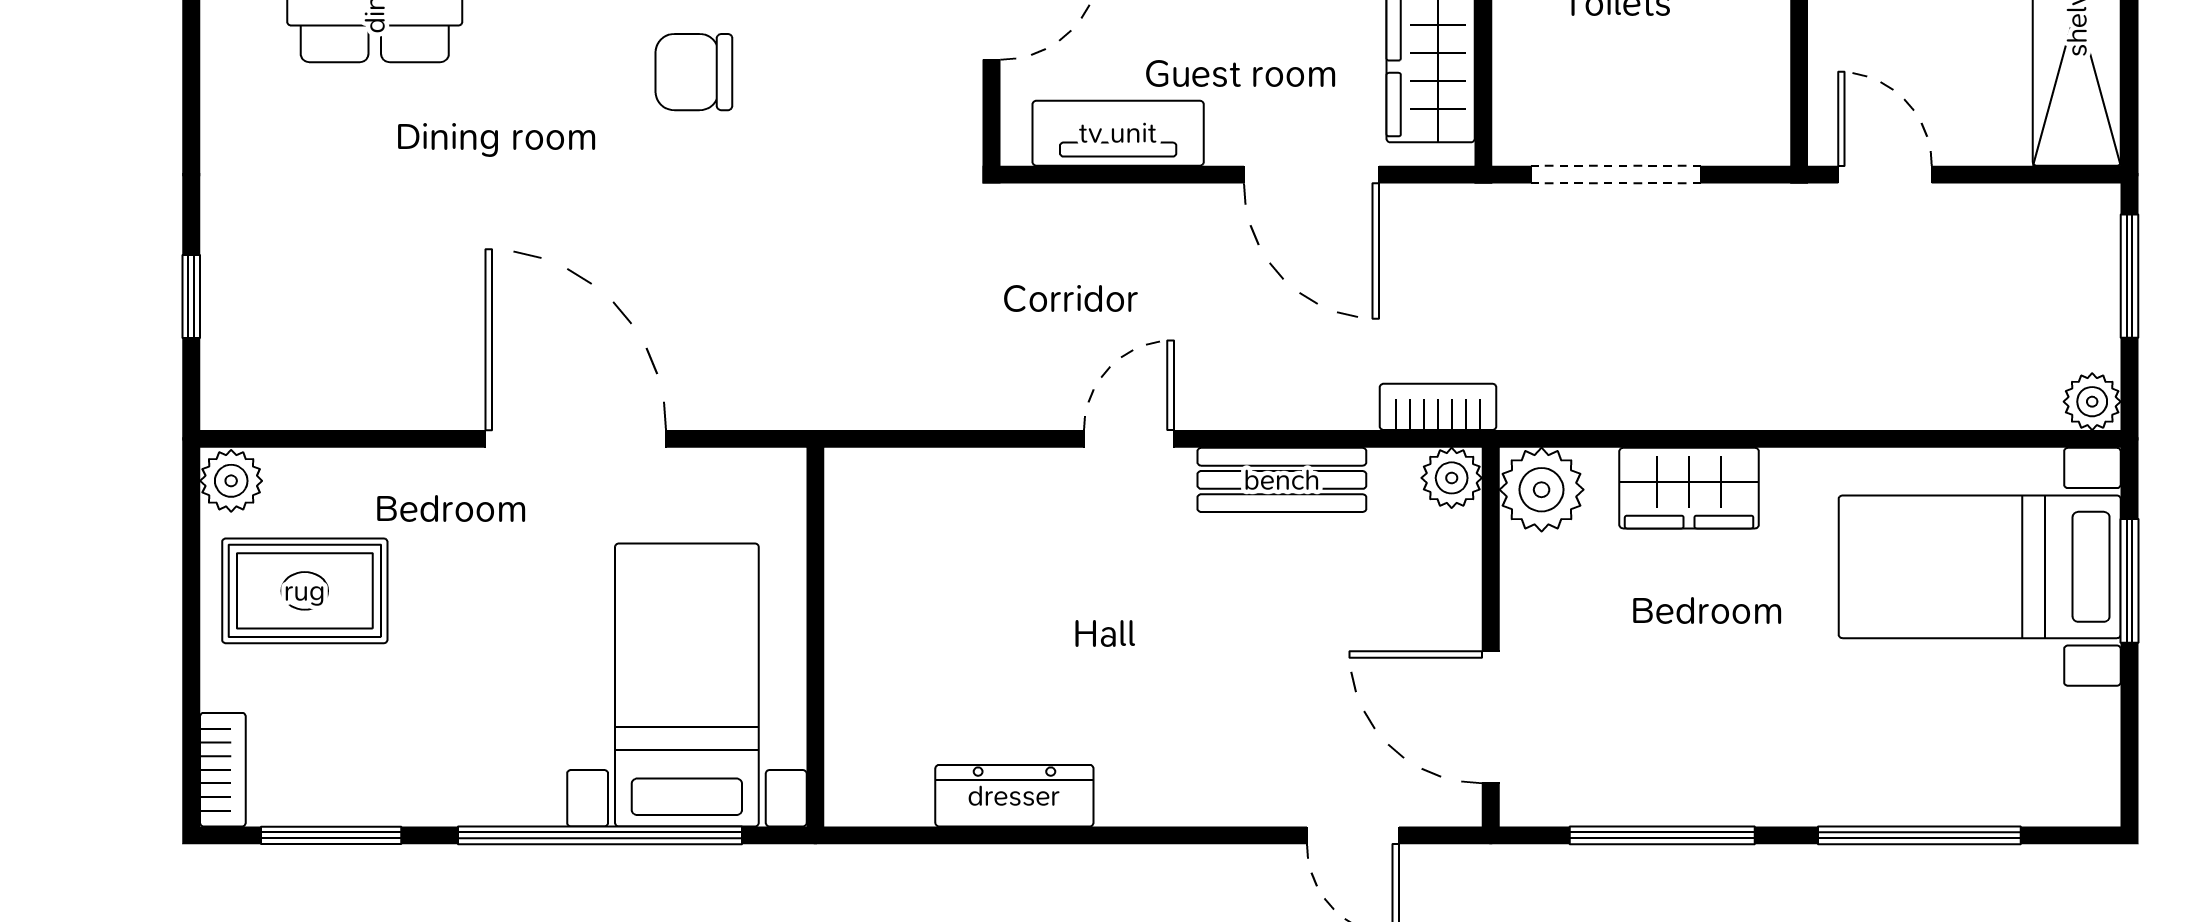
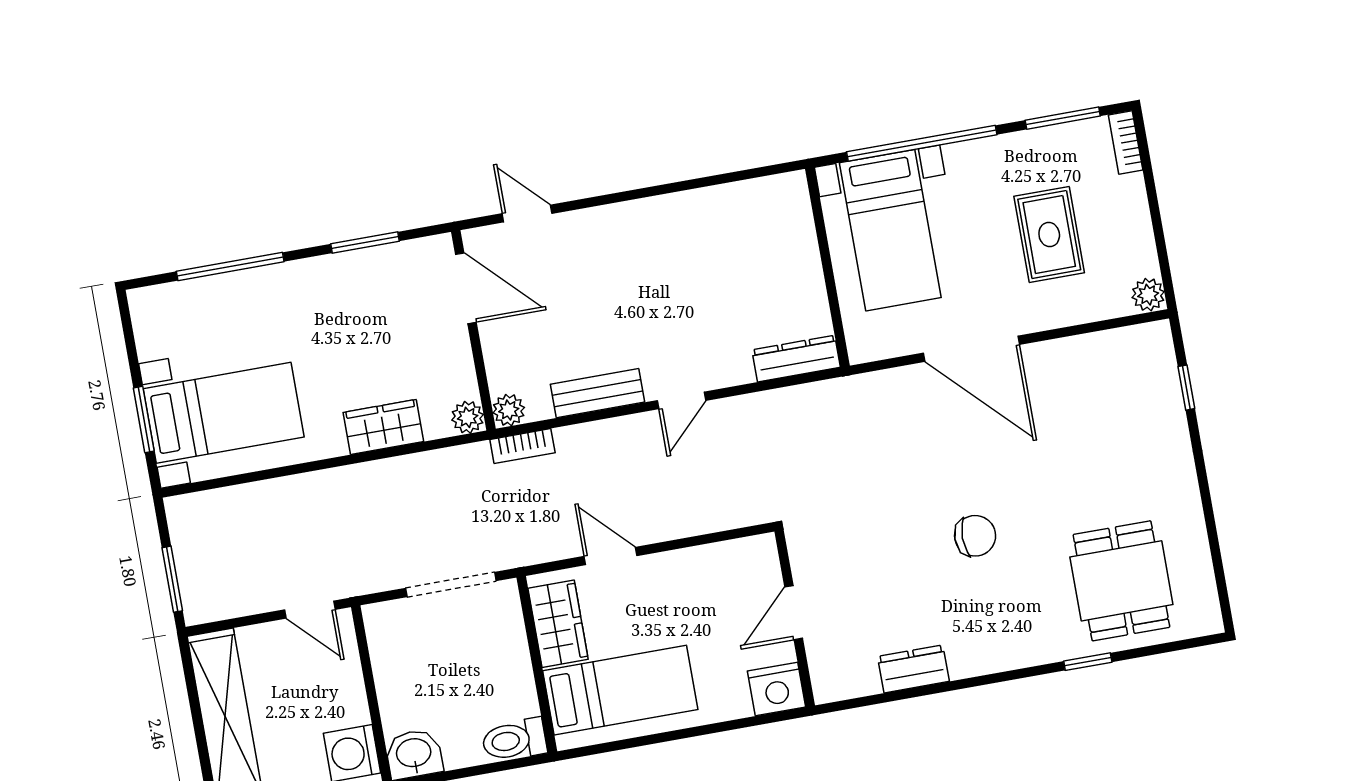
chair: (694, 72) -> (975, 536), moved
tv unit: (1118, 133) -> (716, 560), removed
door: (1311, 175) -> (611, 556), width x0.73
plant: (2092, 402) -> (180, 510), removed
plant: (1542, 490) -> (468, 417), width x0.73, depth x0.73
rug: (305, 591) -> (1049, 235), moved, turned 90
dresser: (1014, 796) -> (796, 359), moved, turned 180
window: (1662, 835) -> (365, 242), width x0.69

